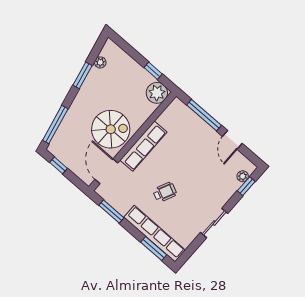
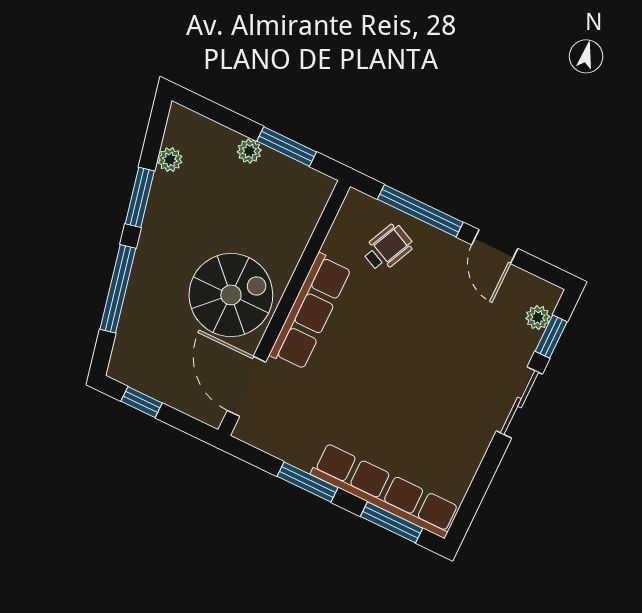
window: (153, 71) -> (287, 146), width x1.50
plant: (157, 93) -> (249, 151), moved, width x0.53, depth x0.53
window: (55, 124) -> (118, 289), moved
wheelchair: (165, 192) -> (388, 248), moved
window: (111, 212) -> (308, 482), moved
sliding door: (214, 223) -> (519, 402), moved

